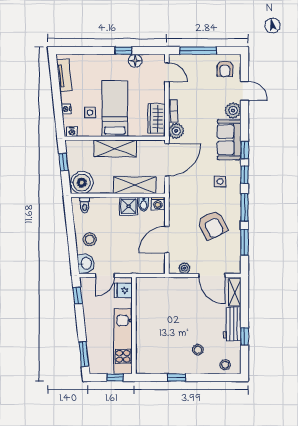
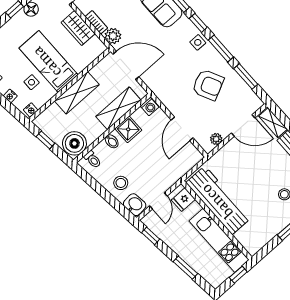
wardrobe: (157, 119) -> (78, 28), moved
door: (167, 160) -> (126, 65), hinge flipped
side table: (220, 181) -> (198, 42), moved
bidet: (144, 204) -> (112, 141), moved
workbench: (148, 313) -> (218, 200), added
window: (84, 354) -> (185, 268), moved

